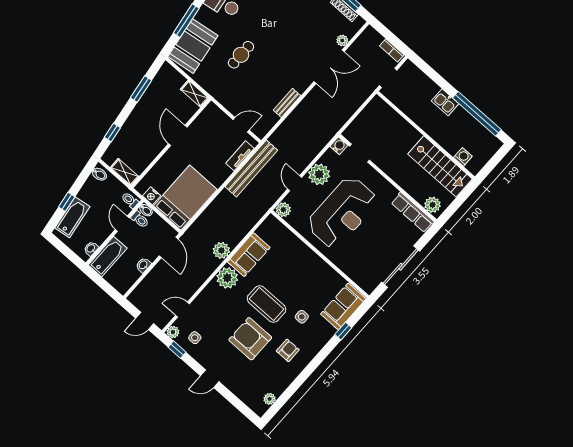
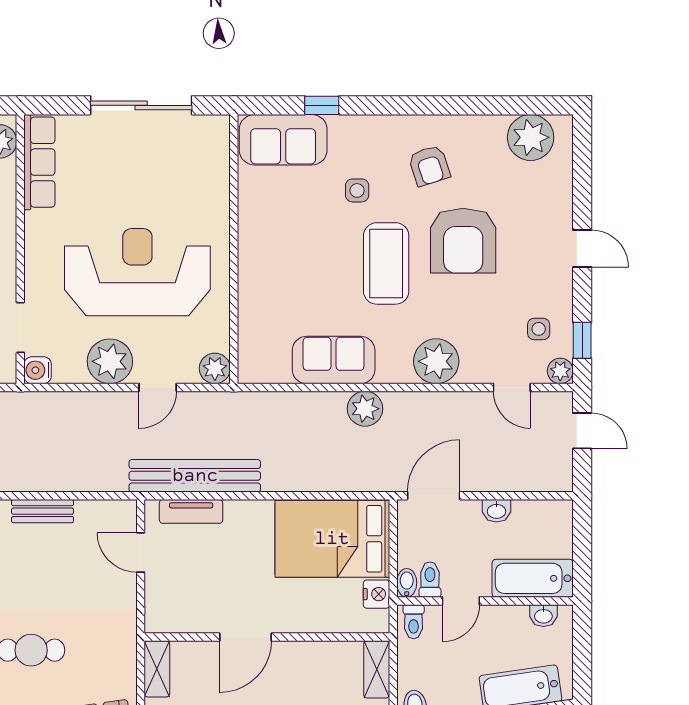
plant: (227, 278) -> (436, 361), moved
armchair: (288, 350) -> (429, 166), turned -108
plant: (270, 399) -> (531, 137), width x1.87, depth x1.87

